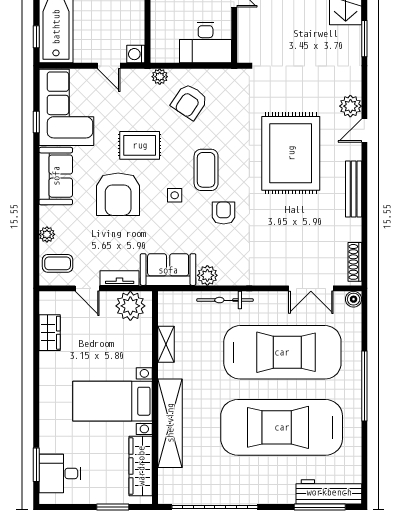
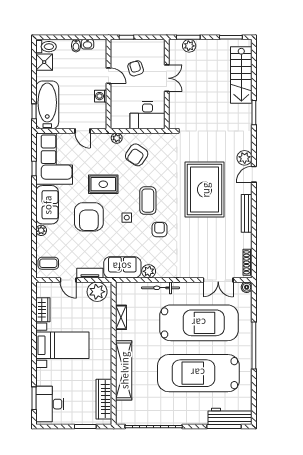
washing machine: (136, 54) -> (101, 96), moved
plant: (47, 234) -> (41, 230), moved
bed with nightstands: (113, 401) -> (62, 345), moved, turned 180
desk: (60, 473) -> (50, 404), width x1.37

